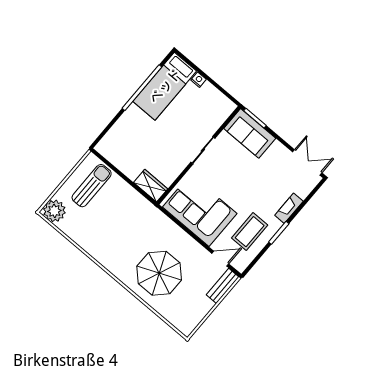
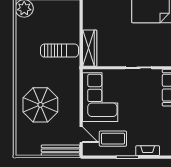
sun lounger: (92, 186) -> (60, 51), moved
wardrobe: (151, 186) -> (90, 48), width x1.50
bench: (223, 286) -> (61, 150), width x1.36

